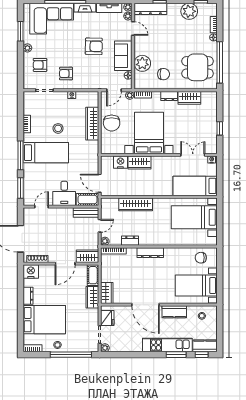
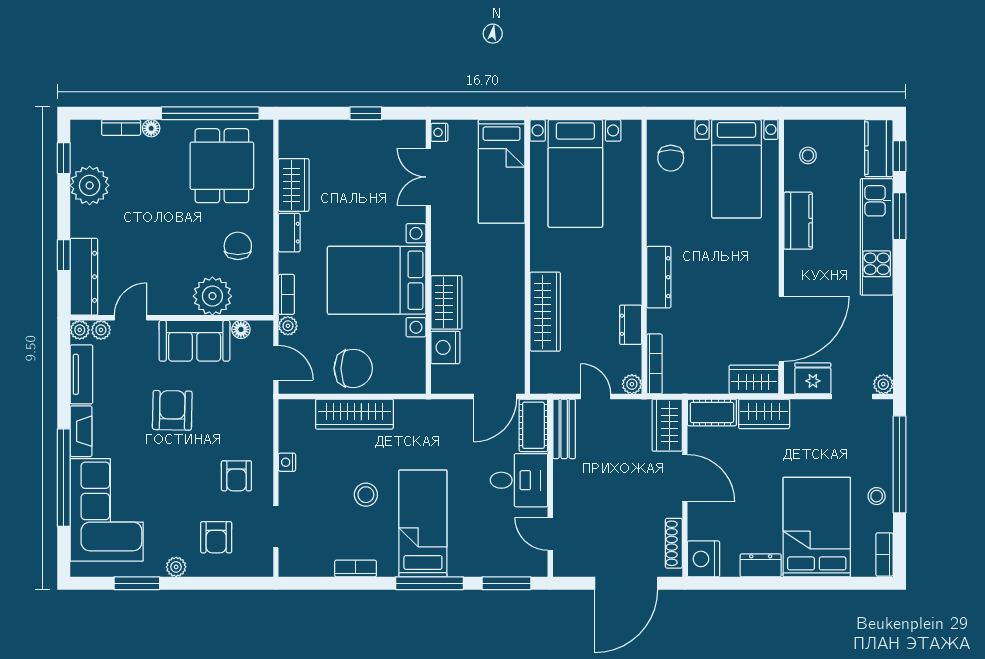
door: (146, 305) -> (781, 329), moved

